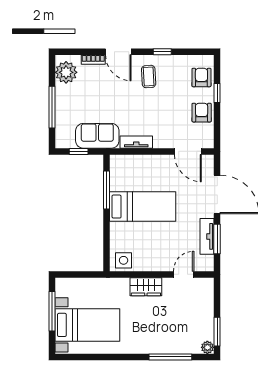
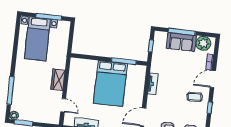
sofa: (97, 136) -> (181, 42), moved, turned 90
bed: (143, 207) -> (110, 83), width x1.50
side table: (124, 260) -> (77, 67), removed

